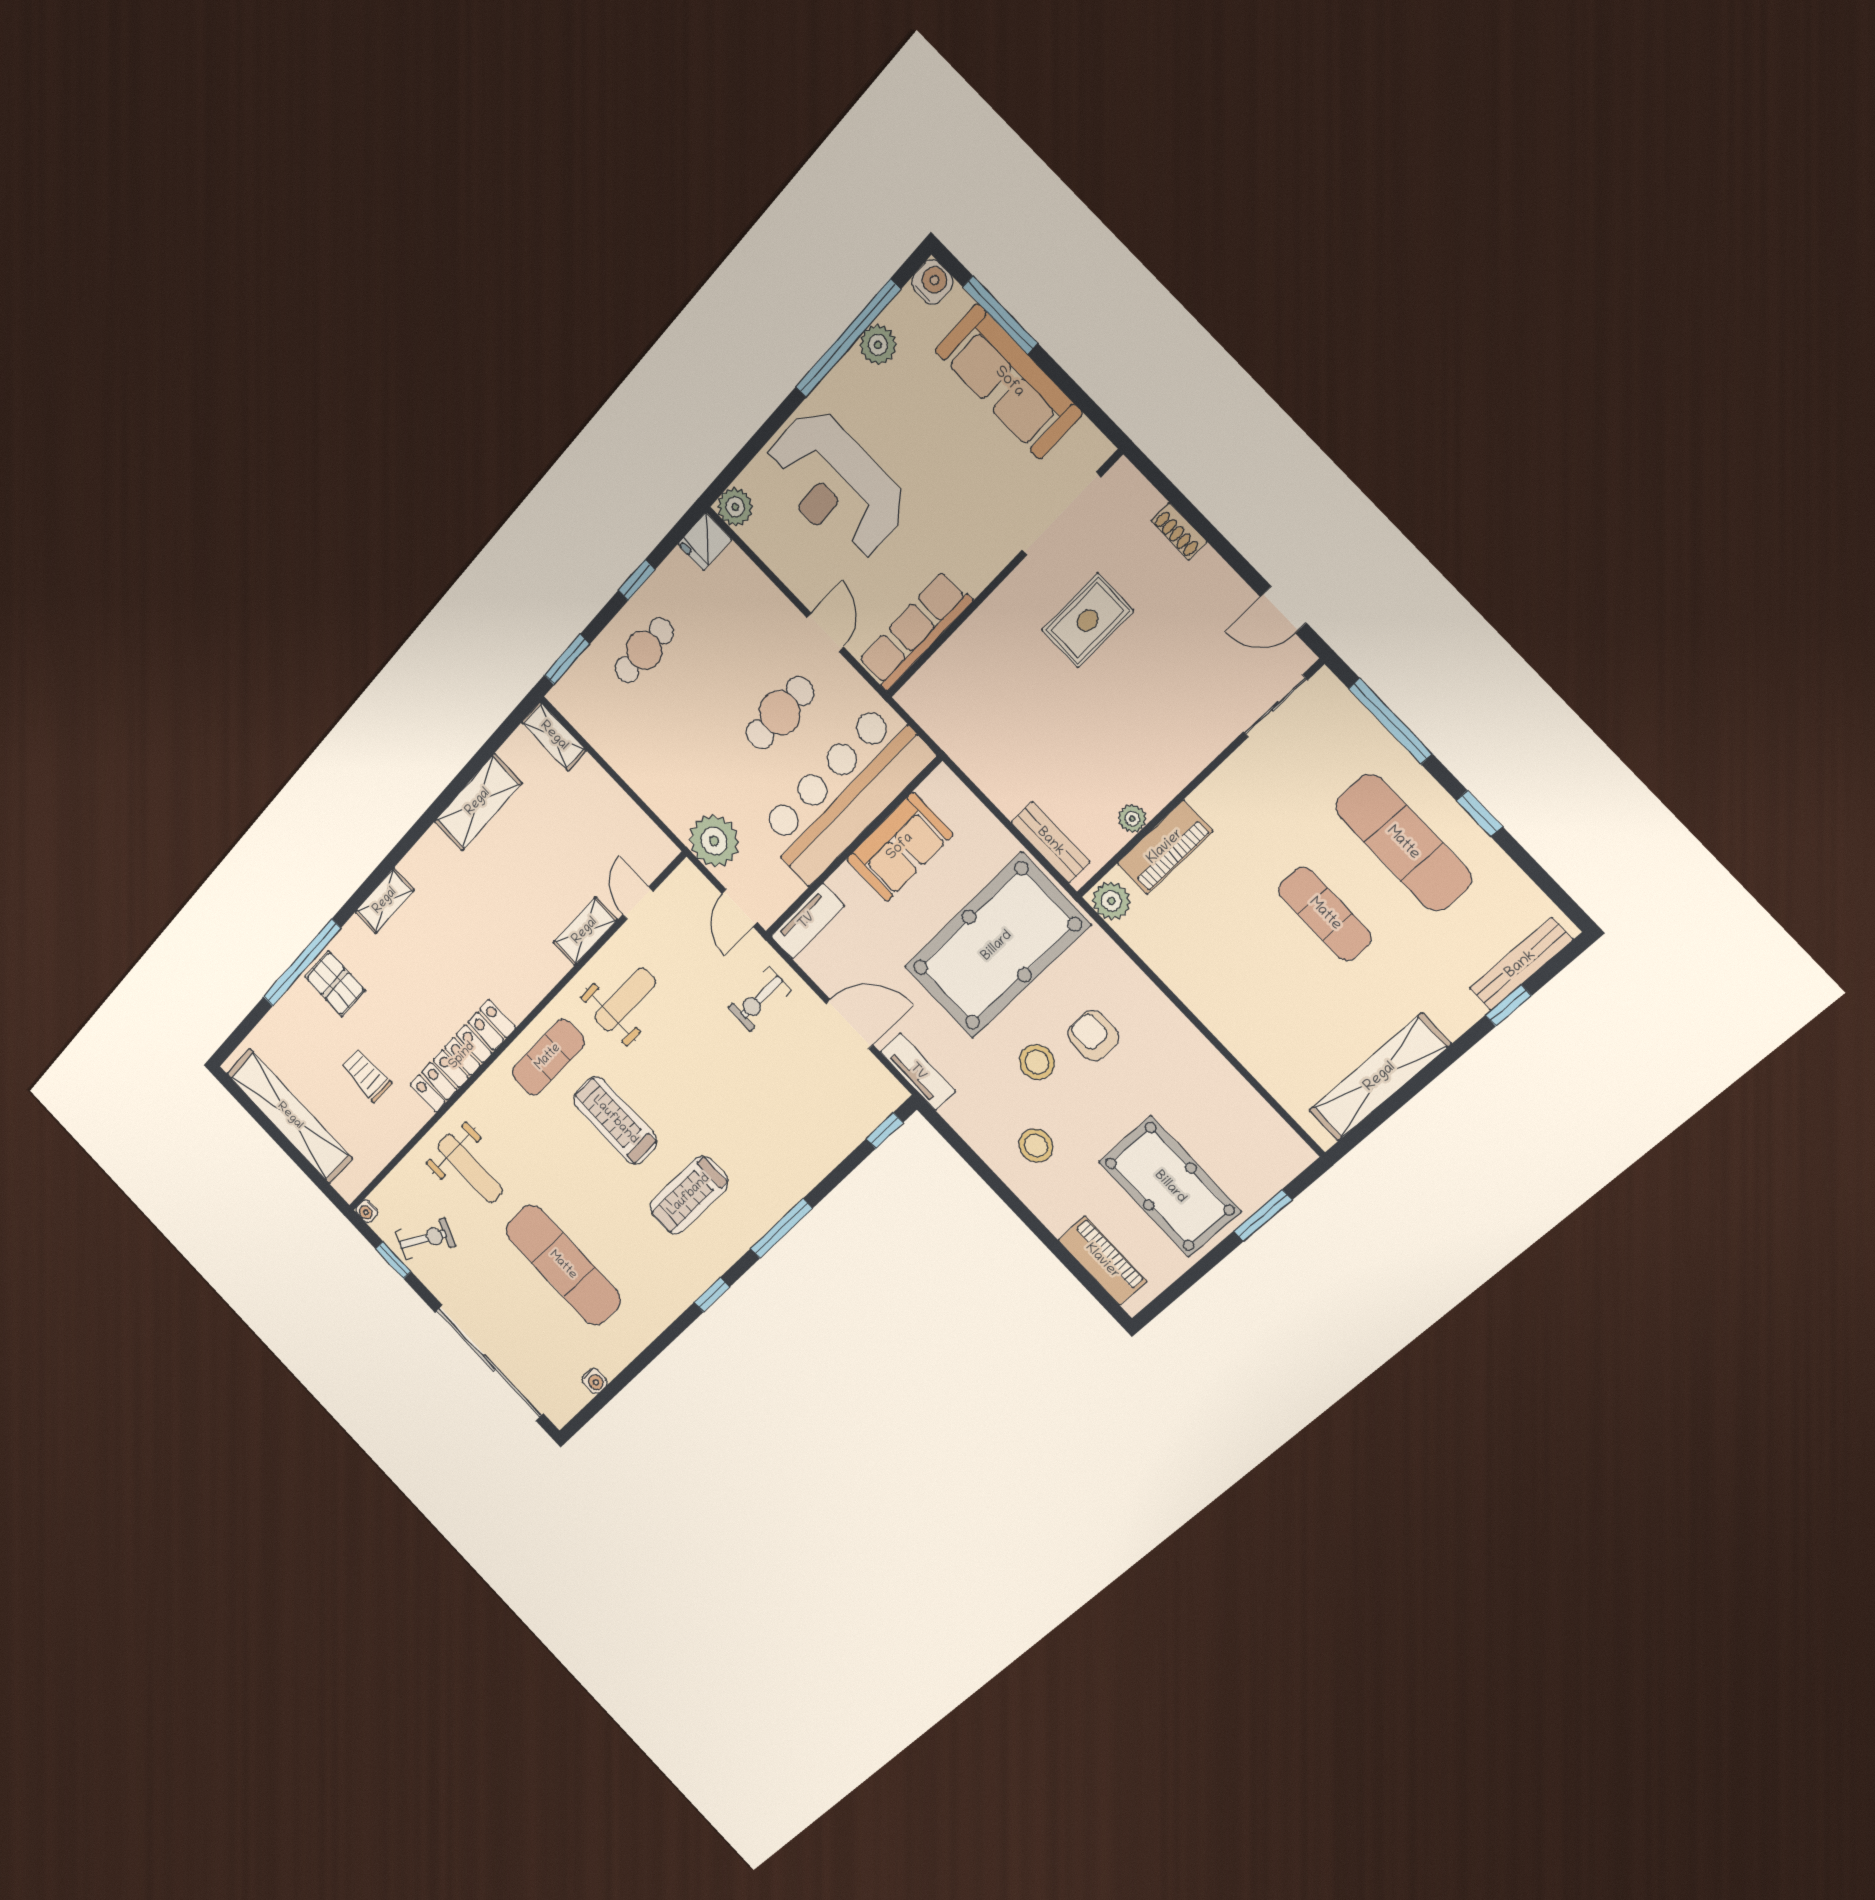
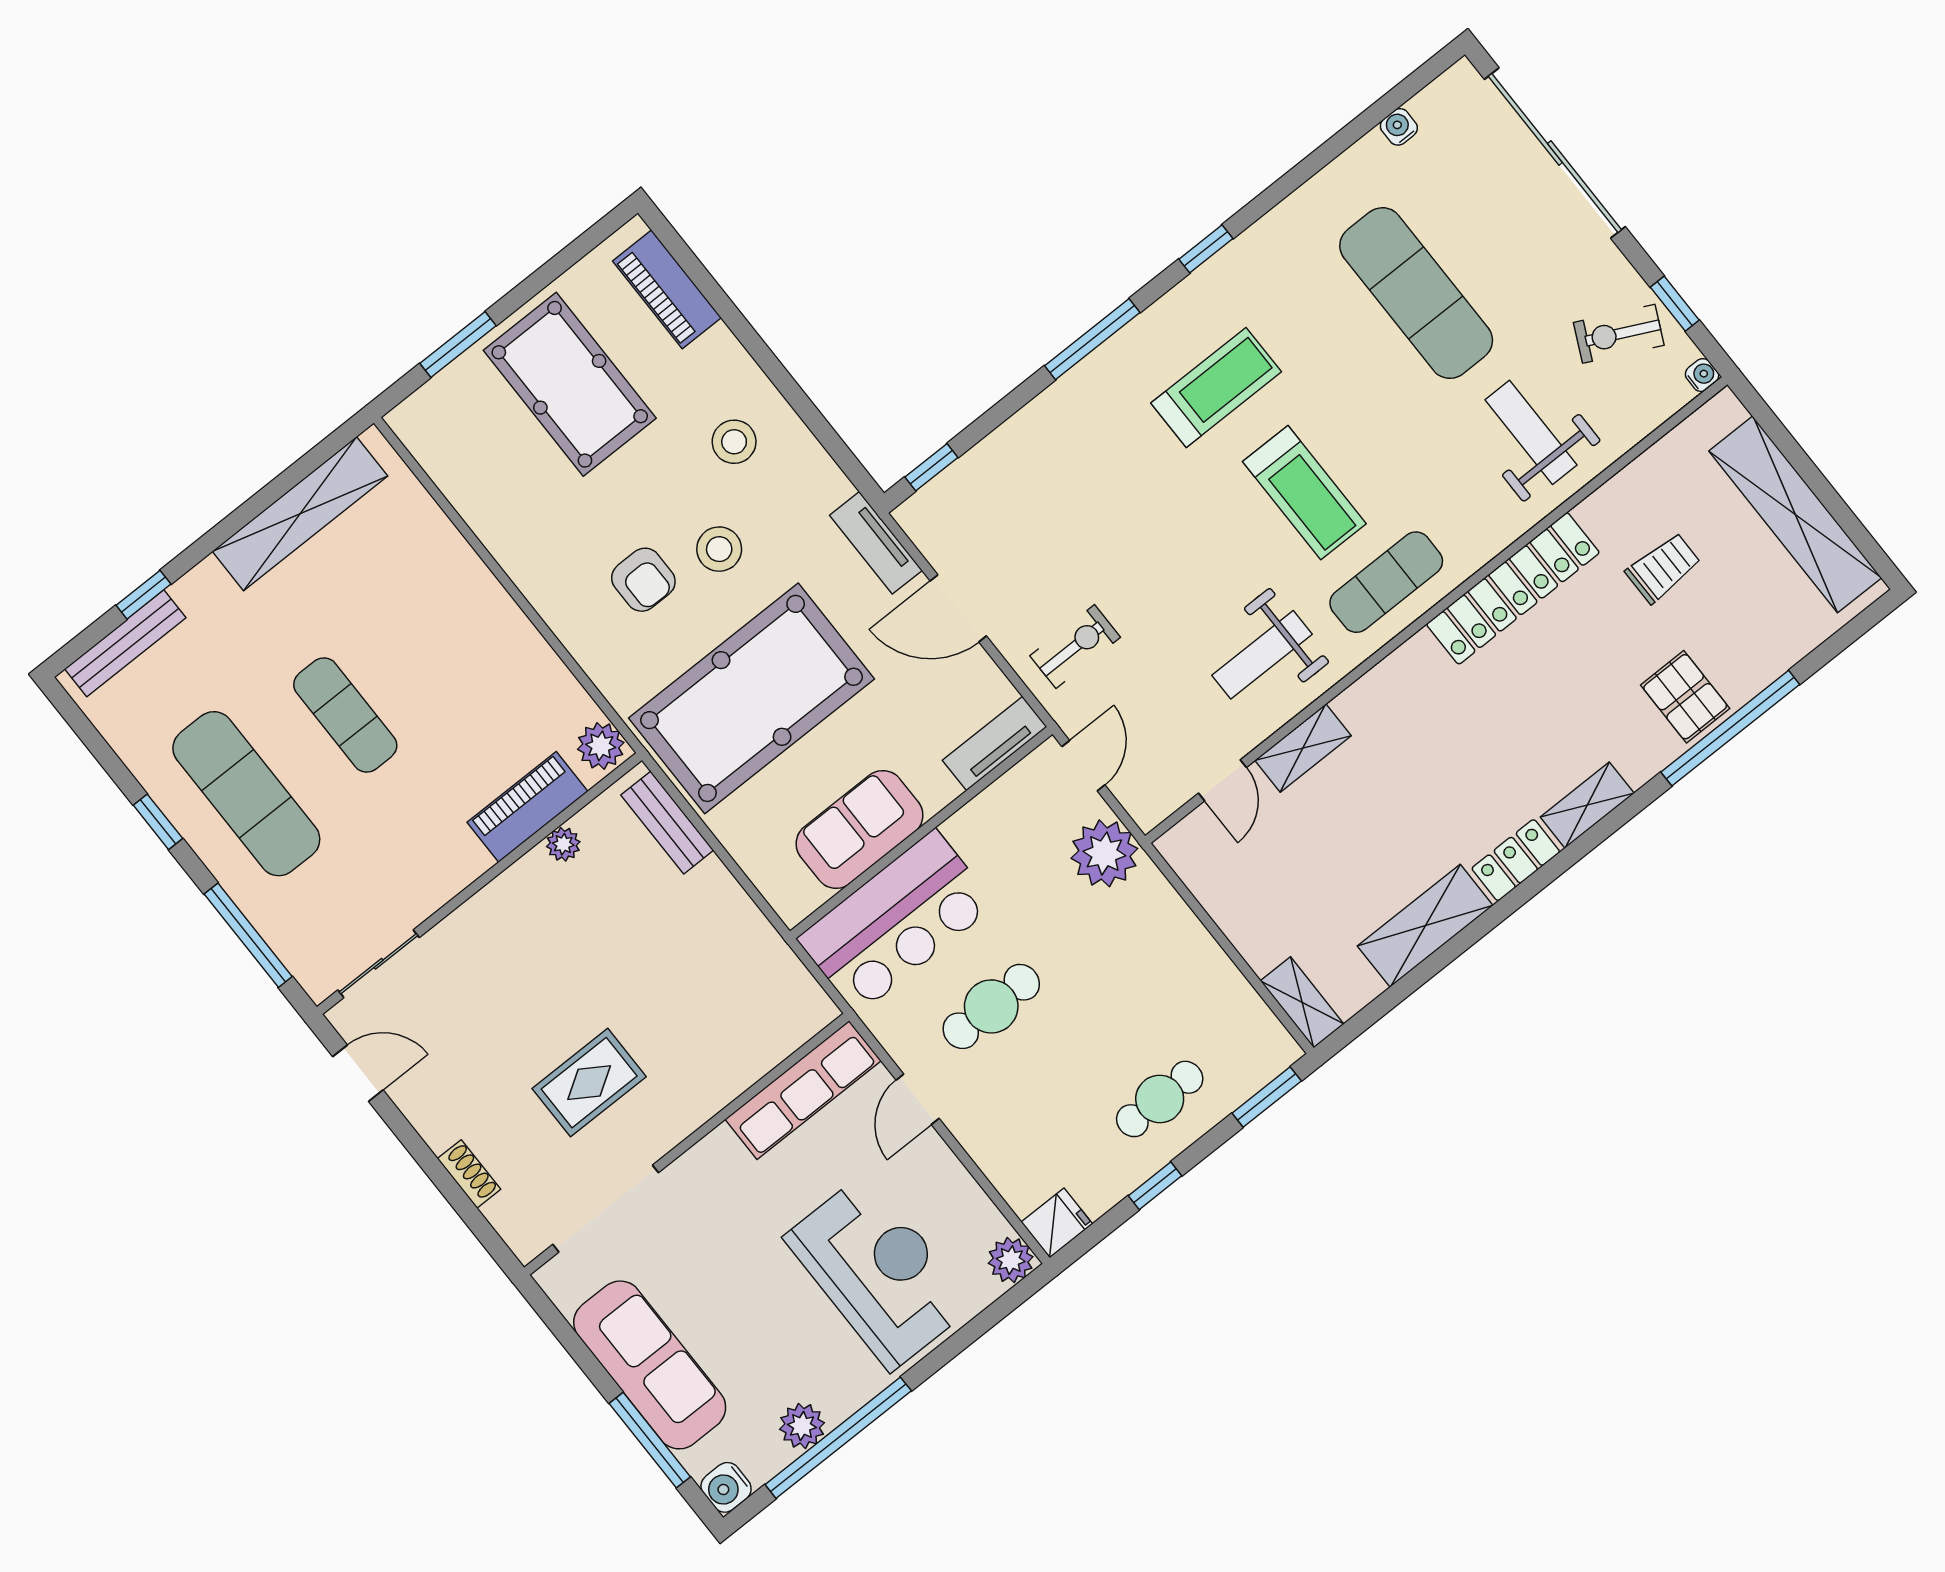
bar counter: (844, 793) -> (896, 922), width x0.73
locker: (425, 857) -> (1516, 860), added
trolley: (367, 1075) -> (1663, 568), turned -90

